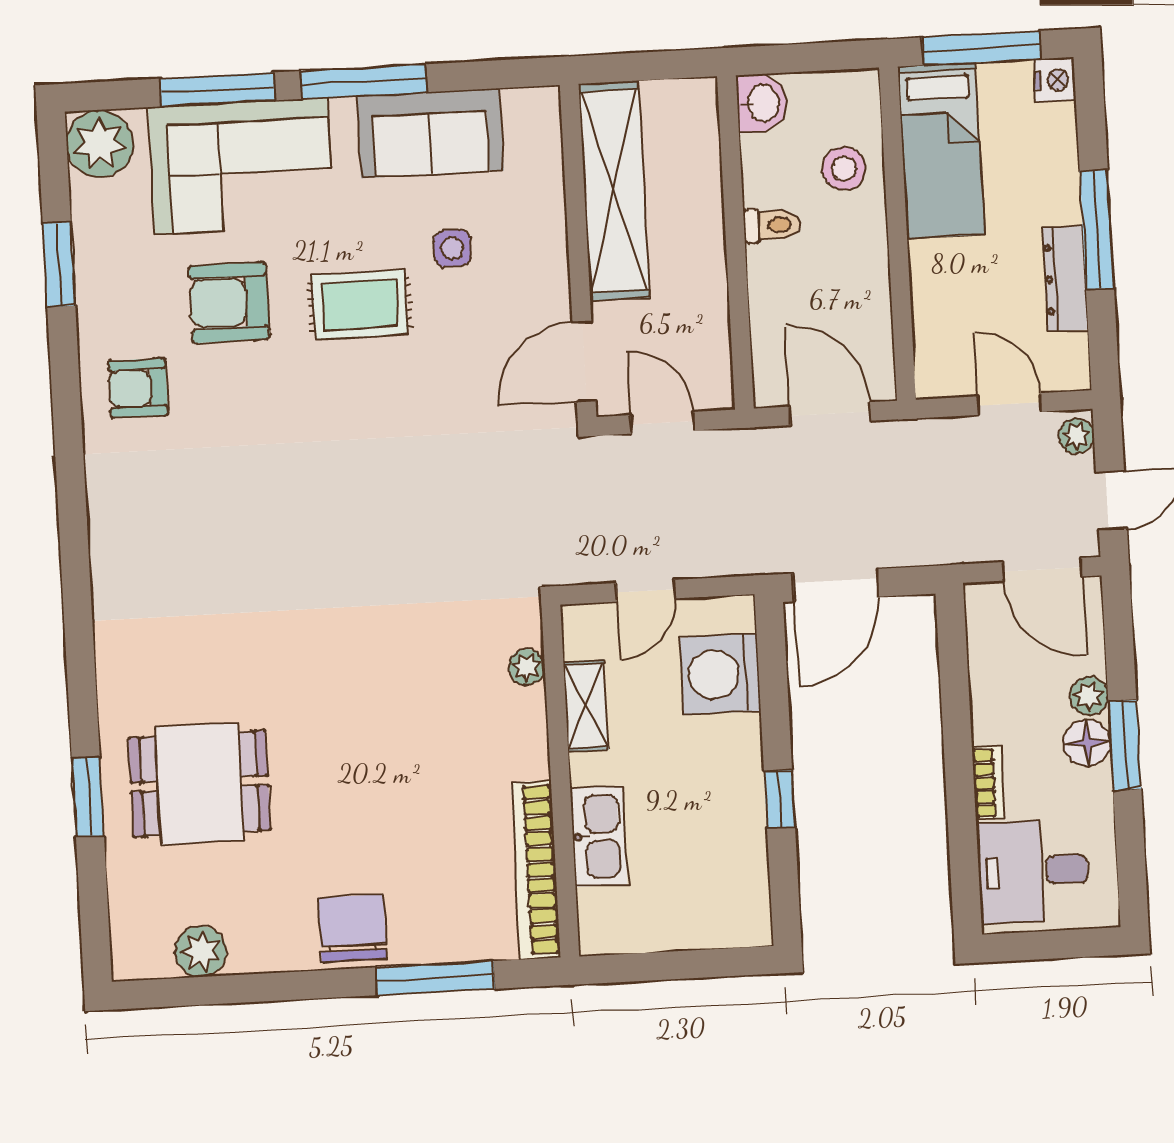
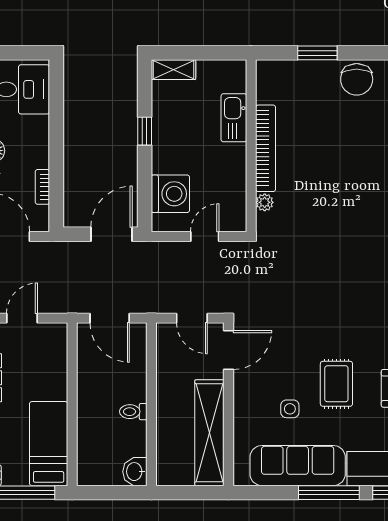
sofa: (430, 133) -> (298, 466), width x1.36
stool: (844, 168) -> (97, 437), removed
rug: (360, 305) -> (336, 384), turned 90
door: (1009, 404) -> (22, 318), swing flipped
shelving: (586, 706) -> (174, 70), moved, turned 90
bookcase: (988, 783) -> (42, 187), moved
bookcase: (536, 870) -> (266, 148), moved
window: (436, 978) -> (317, 53), width x0.69

